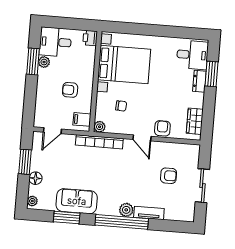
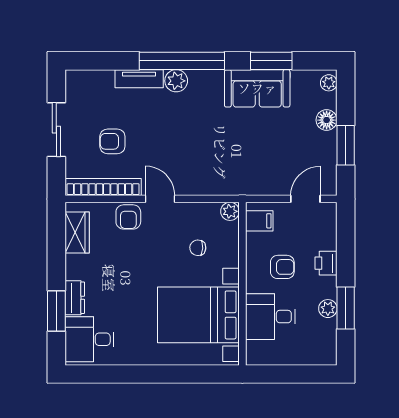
printer: (90, 38) -> (326, 263), moved, turned 180
desk: (55, 42) -> (270, 317), moved, turned 180
bookcase: (99, 142) -> (103, 187), moved

